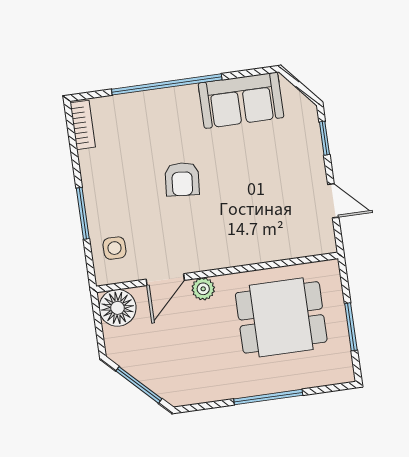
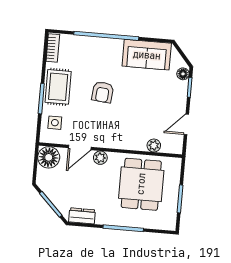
floor lamp: (308, 118) -> (183, 74), added
rug: (106, 187) -> (58, 87), added
door: (333, 201) -> (186, 124), swing flipped
plant: (287, 248) -> (154, 145), added
dining table: (281, 317) -> (141, 184), turned 90
dresser: (195, 392) -> (82, 216), added

